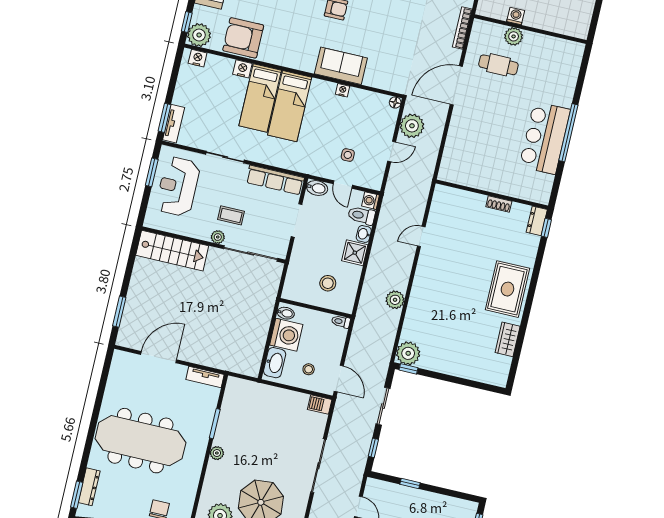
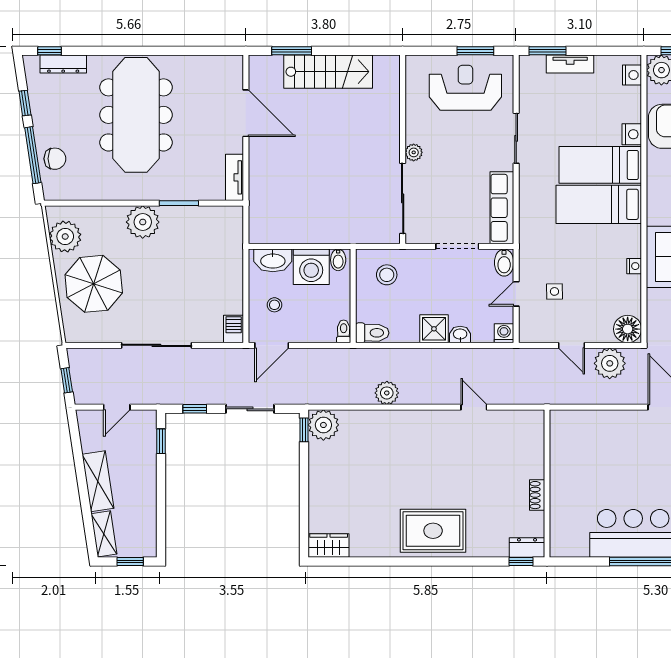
floor lamp: (395, 102) -> (628, 329), width x1.89, depth x1.89
tv unit: (174, 124) -> (570, 64), moved
coffee table: (231, 215) -> (445, 163), removed
toilet: (361, 215) -> (372, 333), moved, turned 90
stairs: (172, 251) -> (328, 72), moved, turned -90
stool: (328, 283) -> (387, 275), moved
wardrobe: (508, 339) -> (329, 546), moved
plant: (217, 453) -> (143, 222), width x1.88, depth x1.88
window: (410, 483) -> (161, 441), moved
window: (77, 495) -> (50, 51), width x0.67

